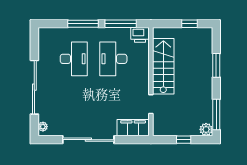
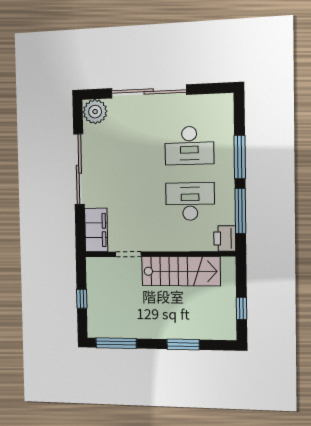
plant: (43, 127) -> (95, 112), width x1.88, depth x1.88
plant: (206, 129) -> (96, 329), removed

